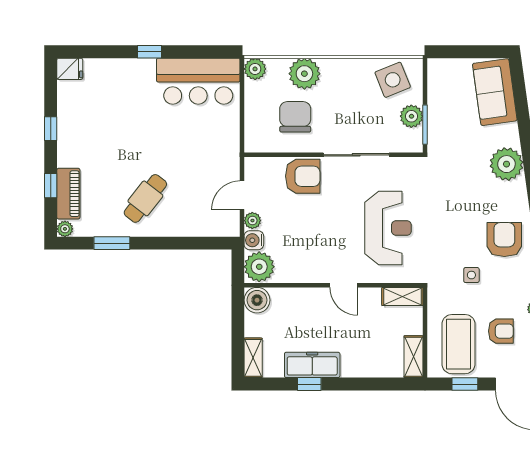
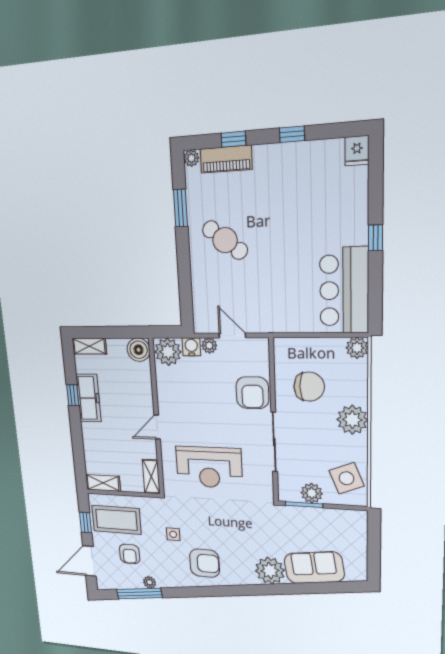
plant: (304, 74) -> (352, 420), moved
sofa: (495, 92) -> (314, 568), moved

